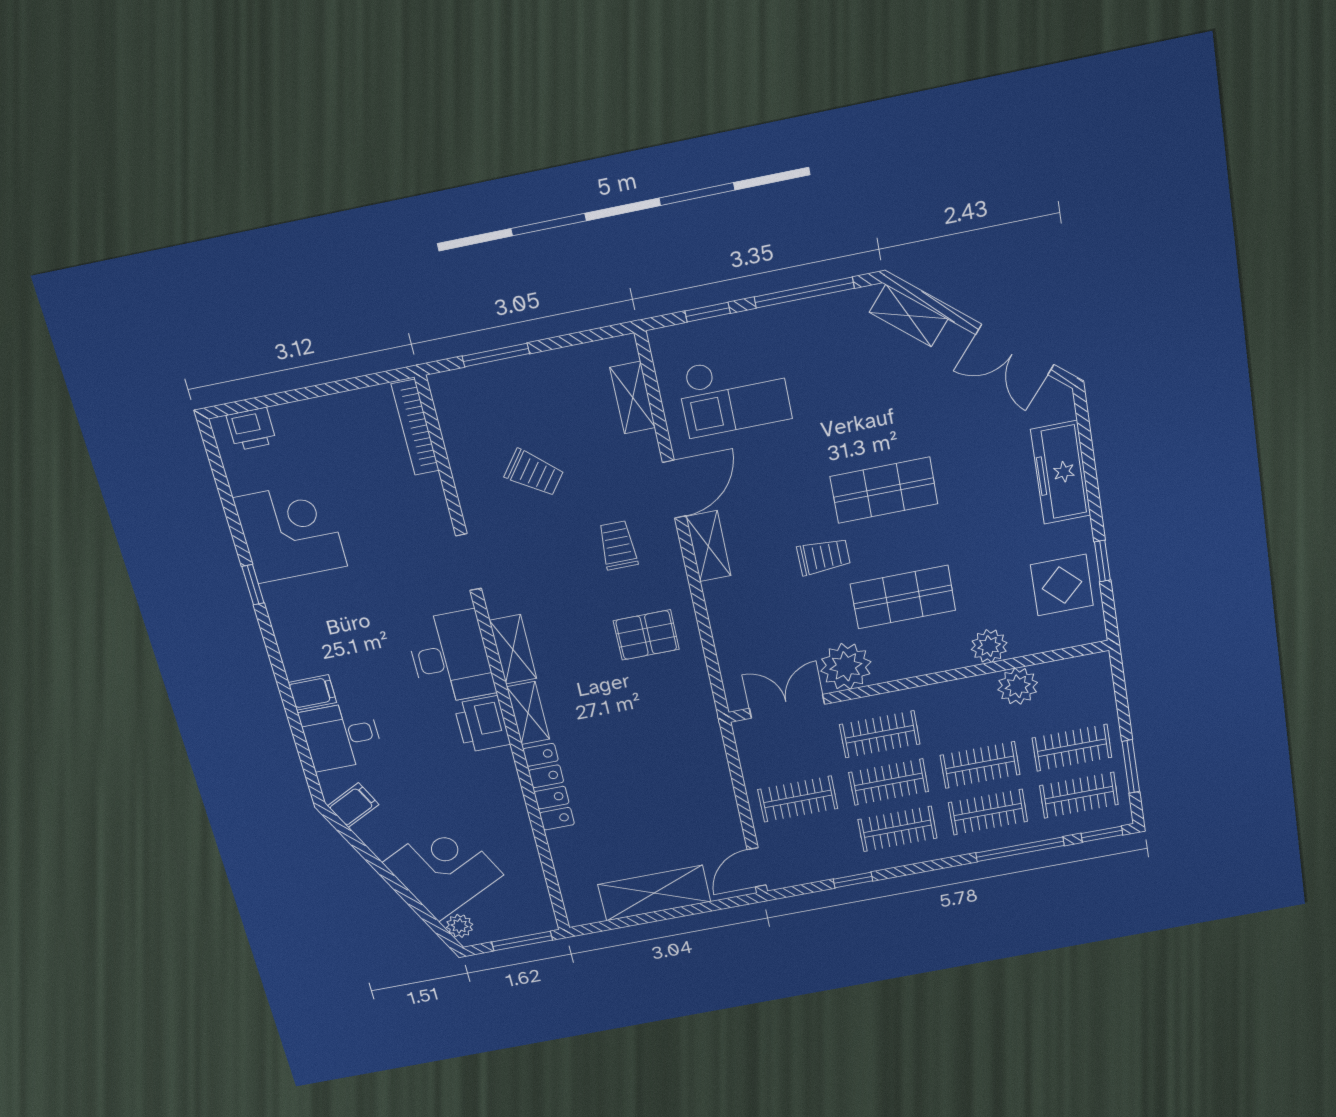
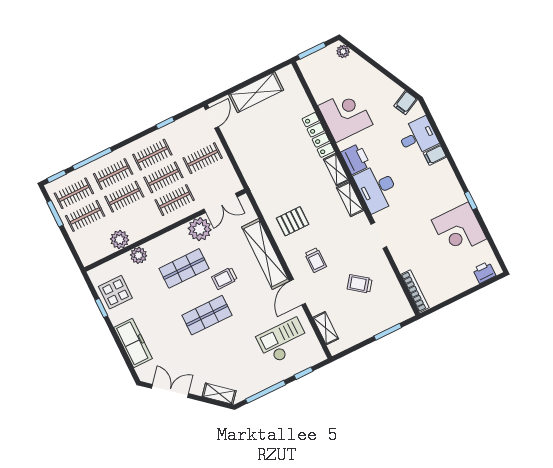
shelving: (708, 546) -> (265, 254), width x2.20, depth x1.33
corner desk: (443, 869) -> (345, 115), moved, turned -153

